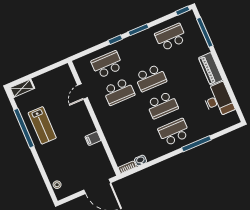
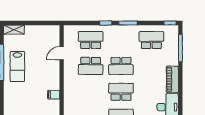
school desk: (162, 105) -> (121, 92), turned 180

